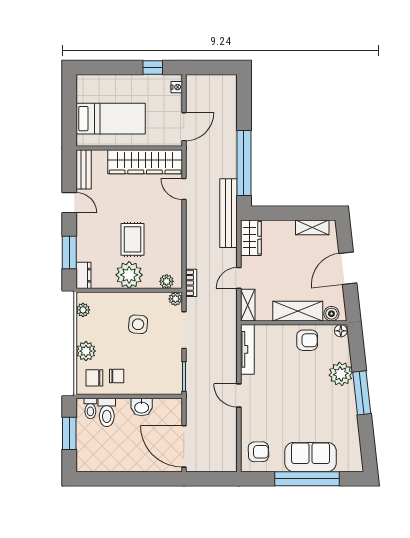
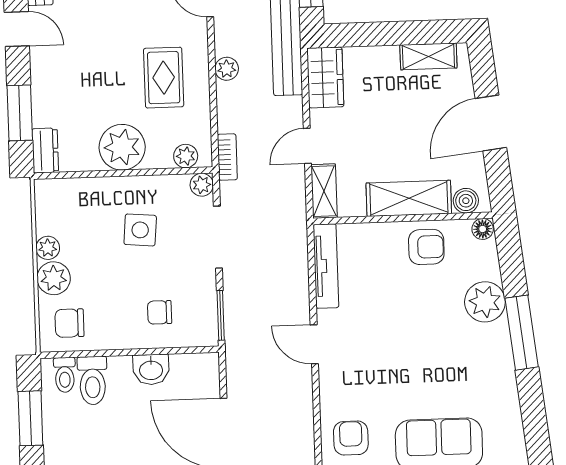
plant: (193, 231) -> (227, 69), added
rug: (132, 239) -> (164, 78), moved
plant: (83, 310) -> (48, 248), moved
chair: (117, 376) -> (160, 312), moved, turned 180
armchair: (258, 452) -> (351, 438), turned -89

